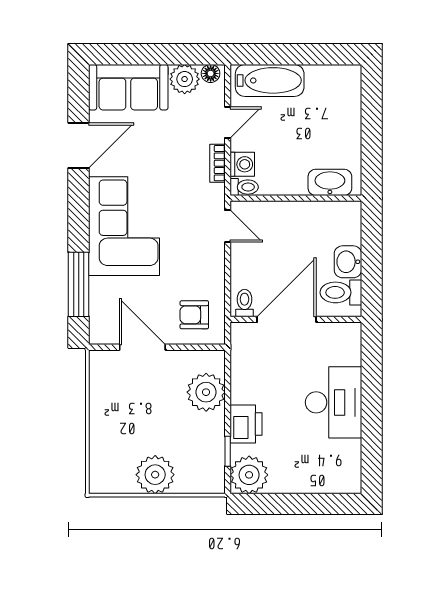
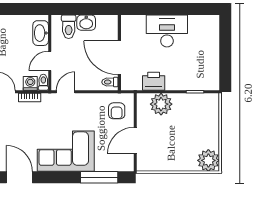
door: (281, 198) -> (50, 61), added
toilet: (341, 292) -> (69, 27), moved
printer: (246, 424) -> (154, 81), moved
plant: (155, 475) -> (208, 160), moved
plant: (249, 475) -> (209, 79), removed

